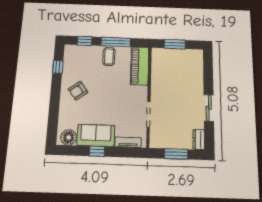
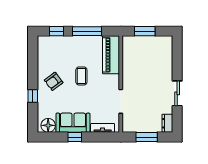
coffee table: (109, 57) -> (81, 76), moved
window: (58, 67) -> (33, 96), moved

